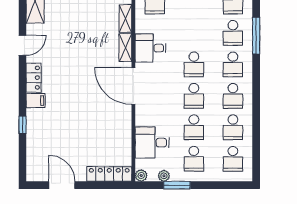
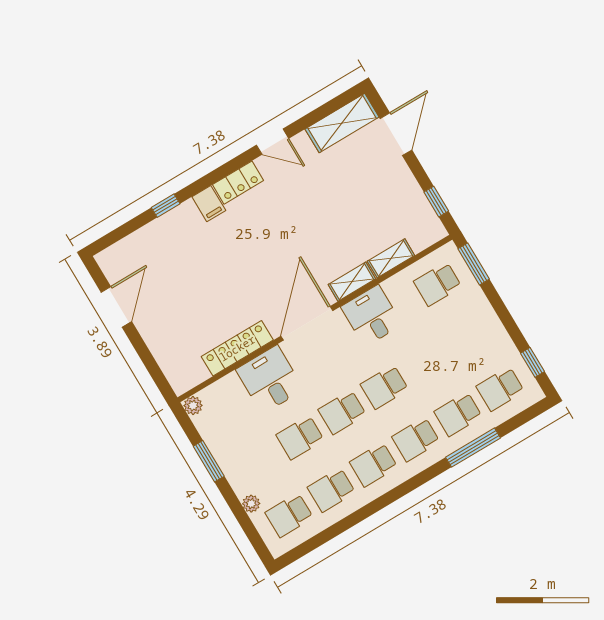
desk: (152, 143) -> (270, 380), moved
school desk: (194, 159) -> (258, 463), removed
locker: (109, 174) -> (237, 348), moved, turned -90
plant: (164, 176) -> (251, 504), moved

